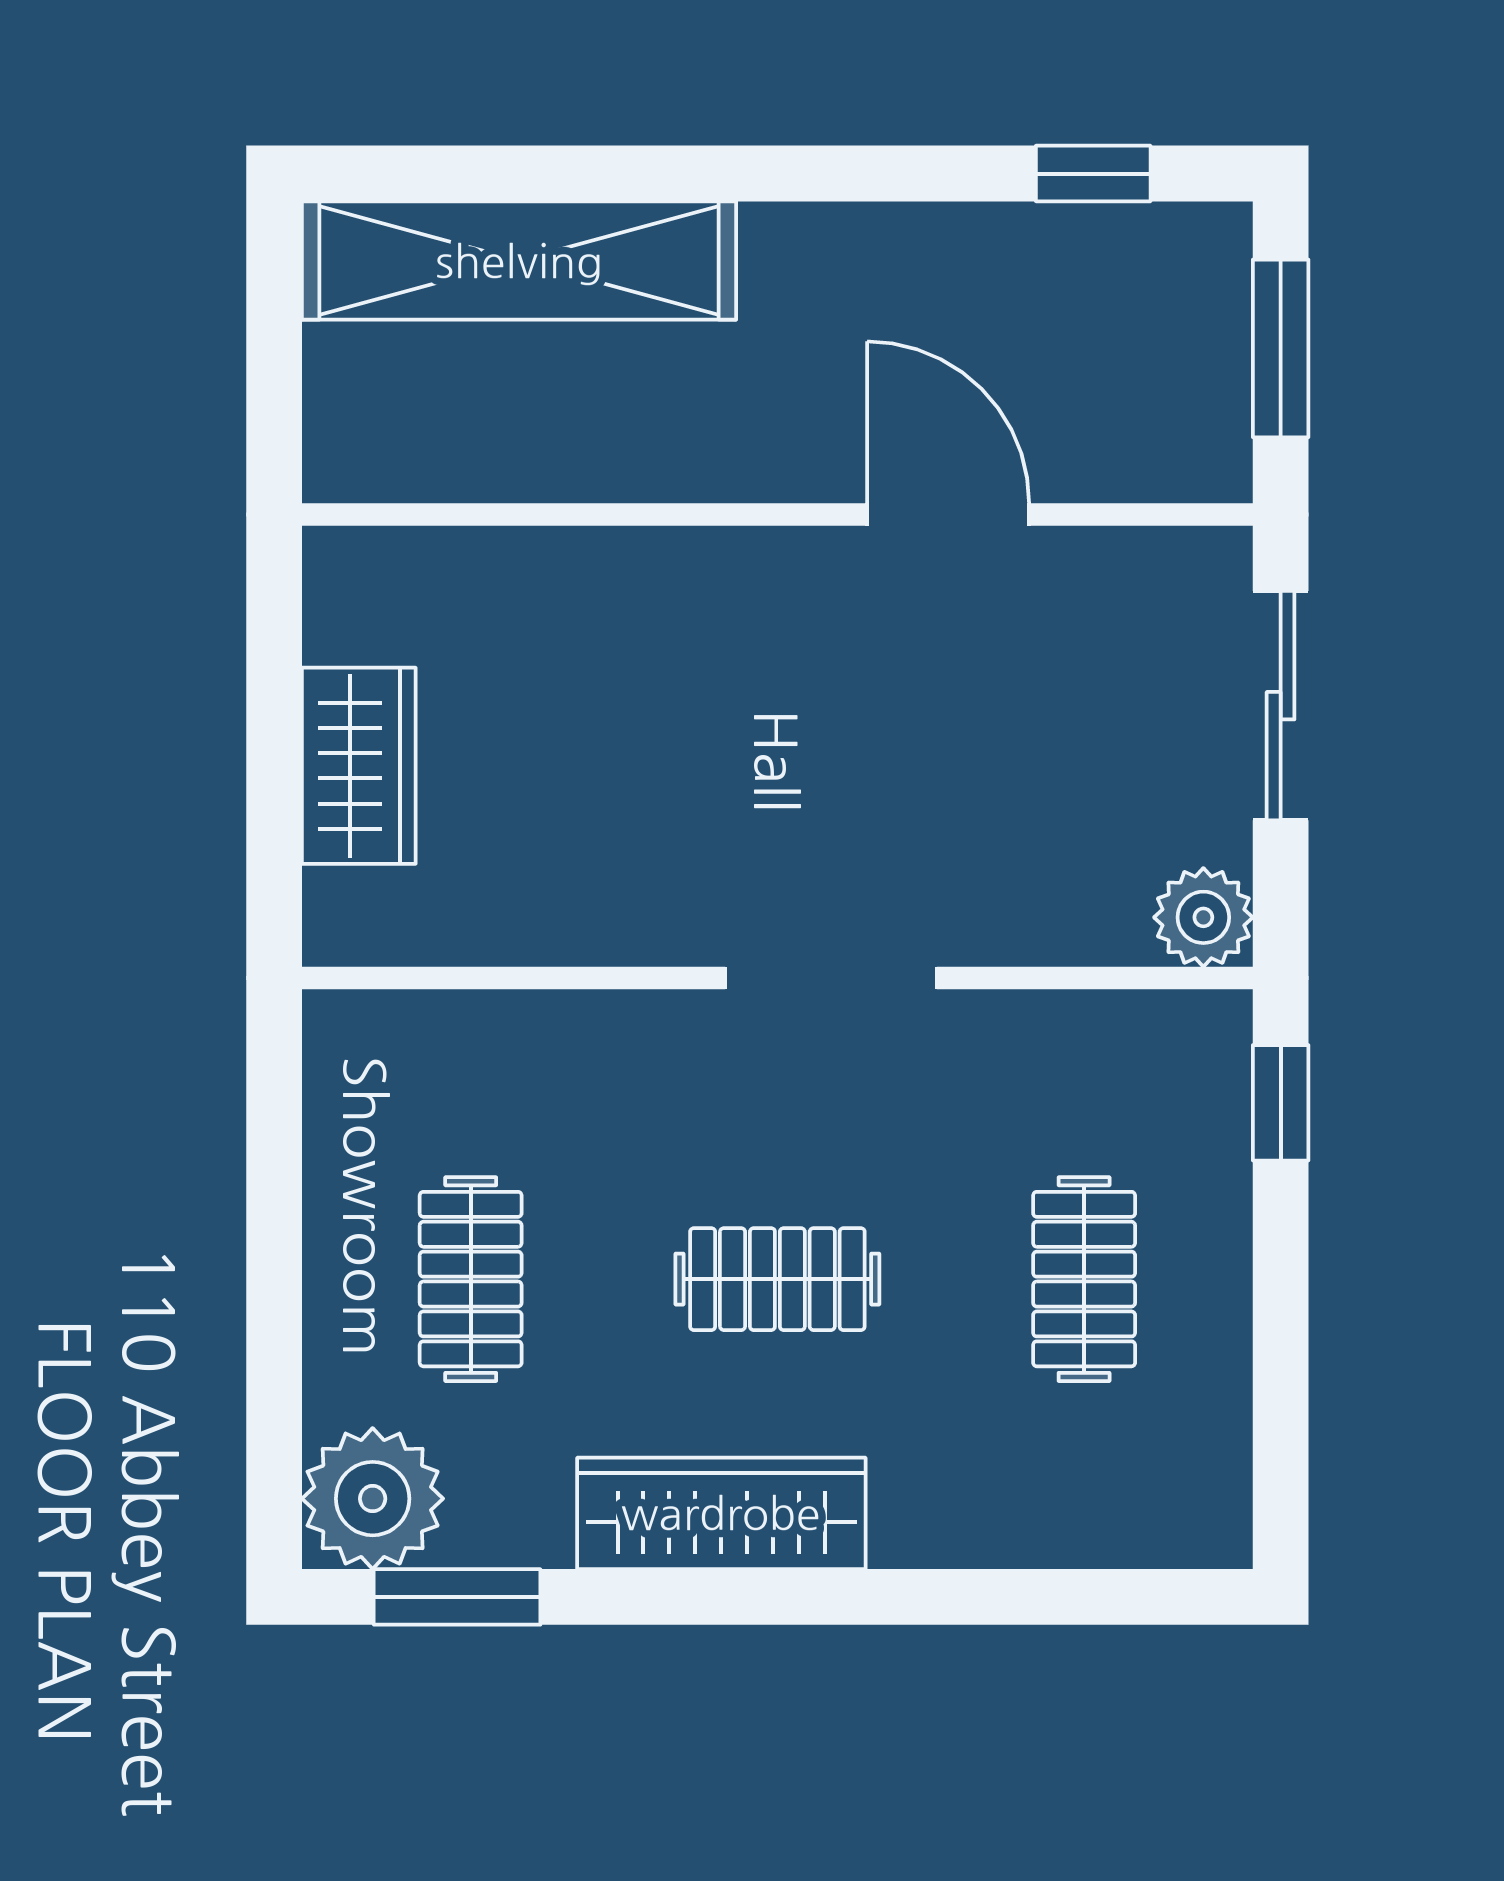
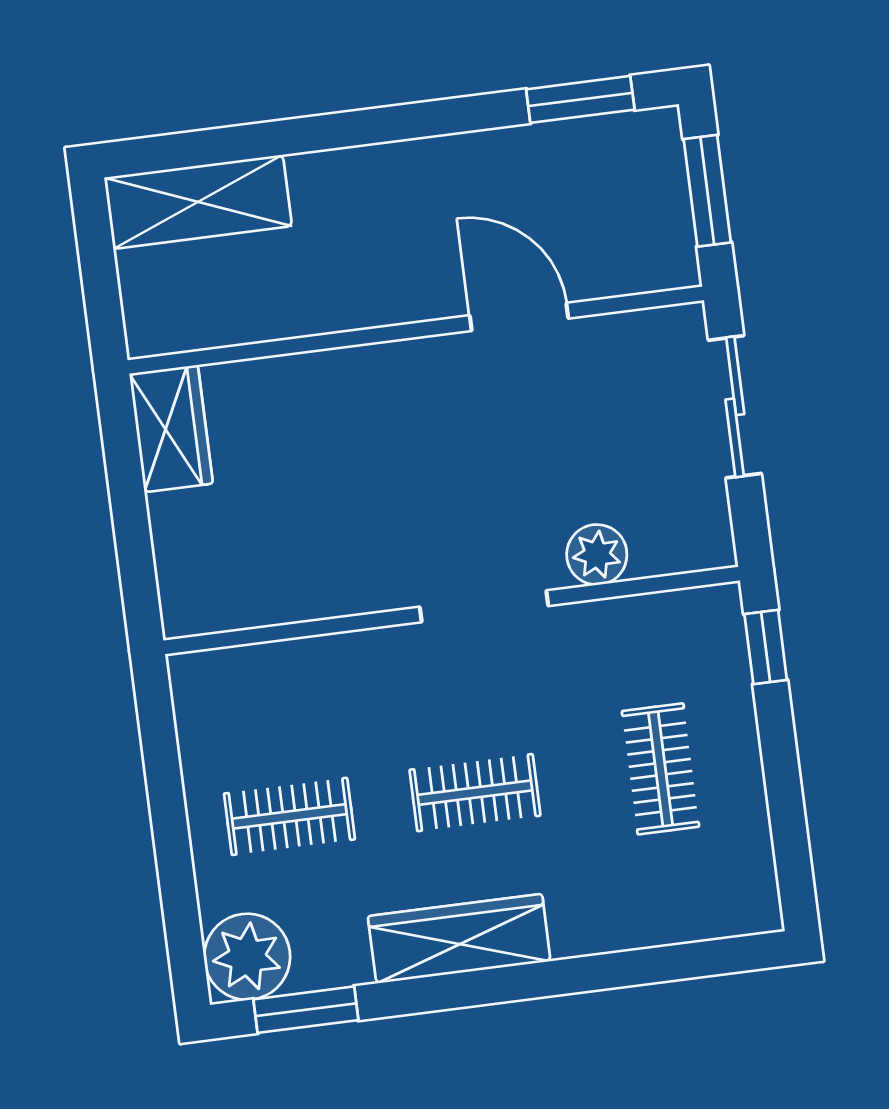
window: (1093, 174) -> (580, 99), width x1.50
shelving: (519, 261) -> (198, 202), width x0.68
wardrobe: (359, 766) -> (171, 429), moved
plant: (1203, 917) -> (597, 555), moved
clothes rail: (471, 1279) -> (289, 816), turned 90

